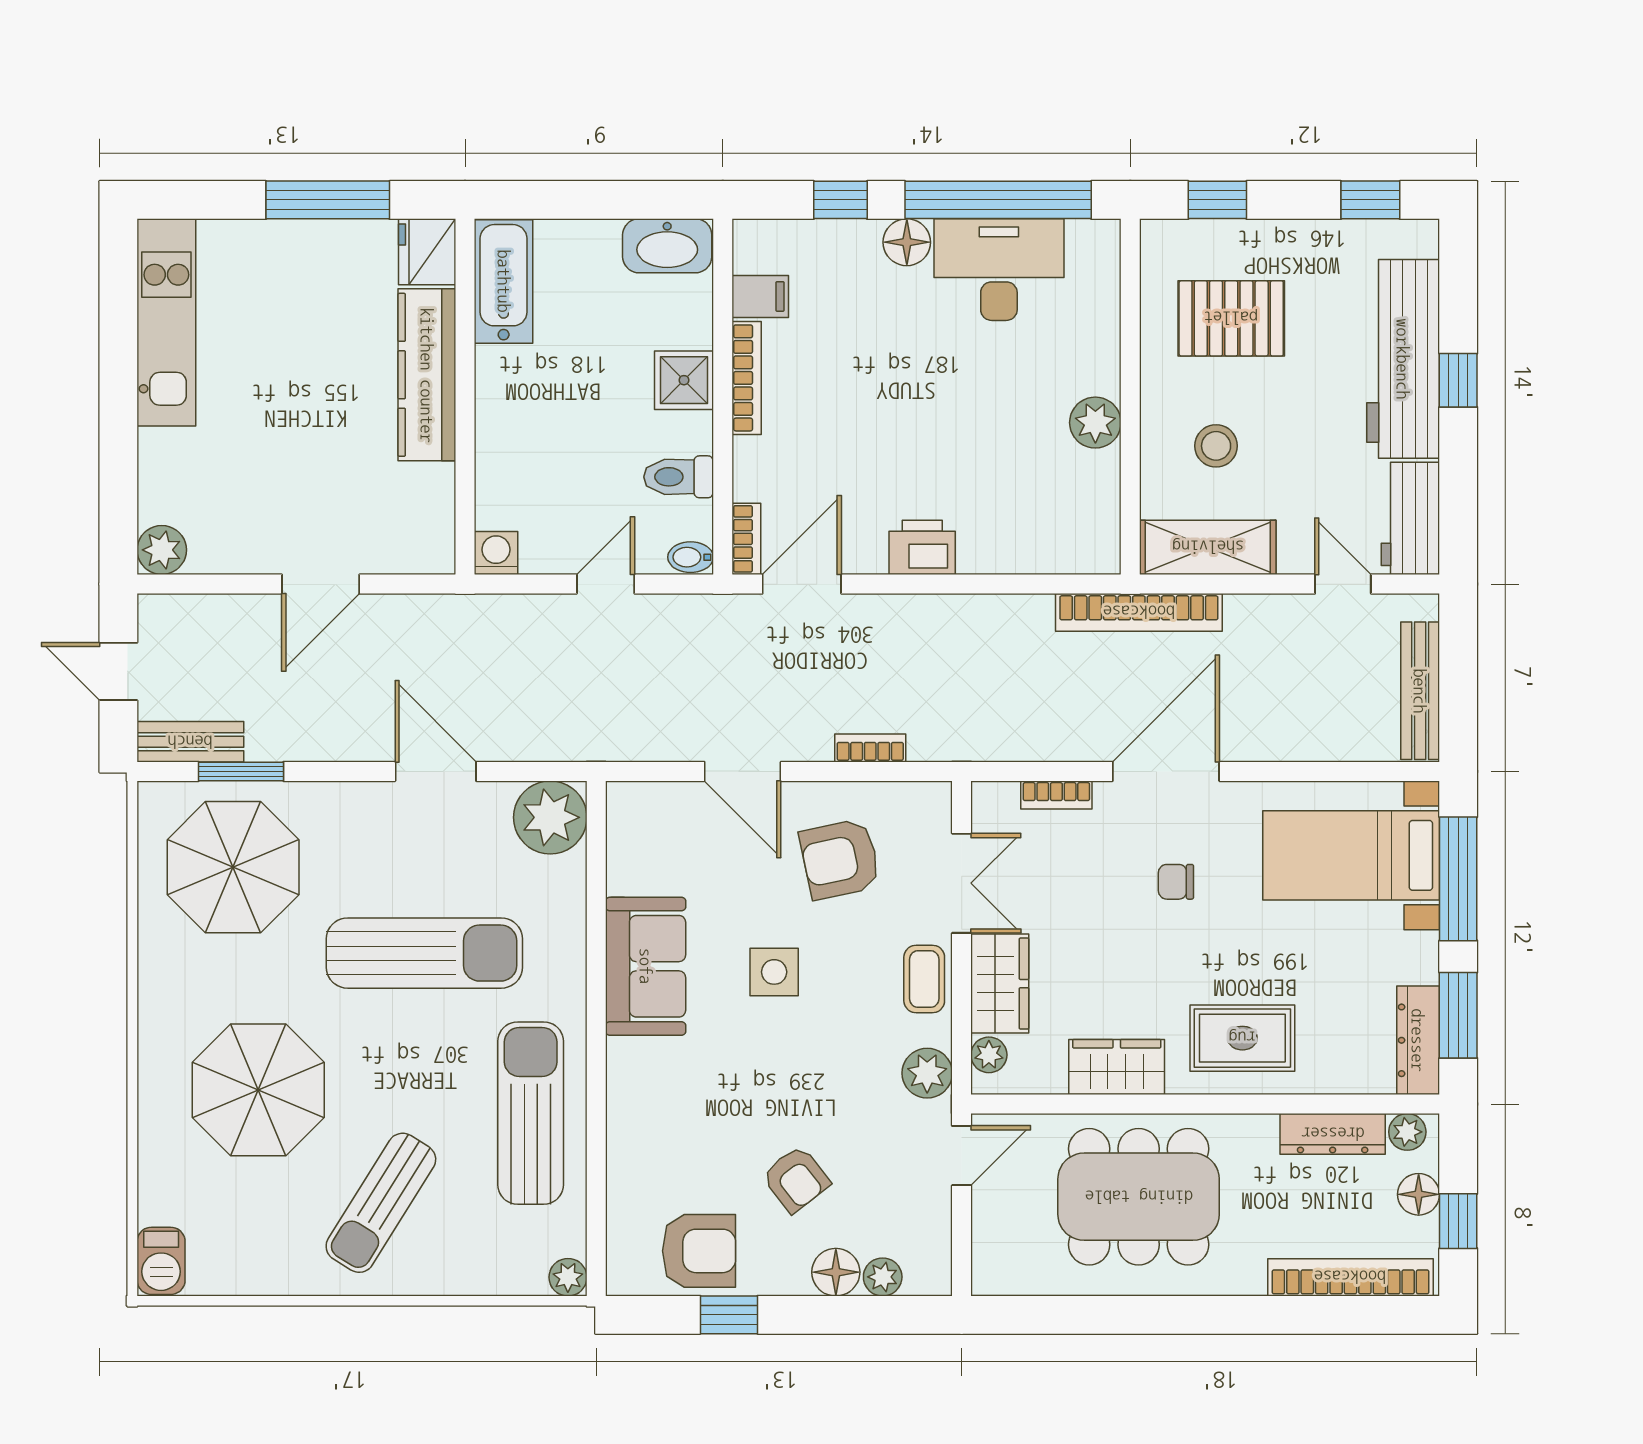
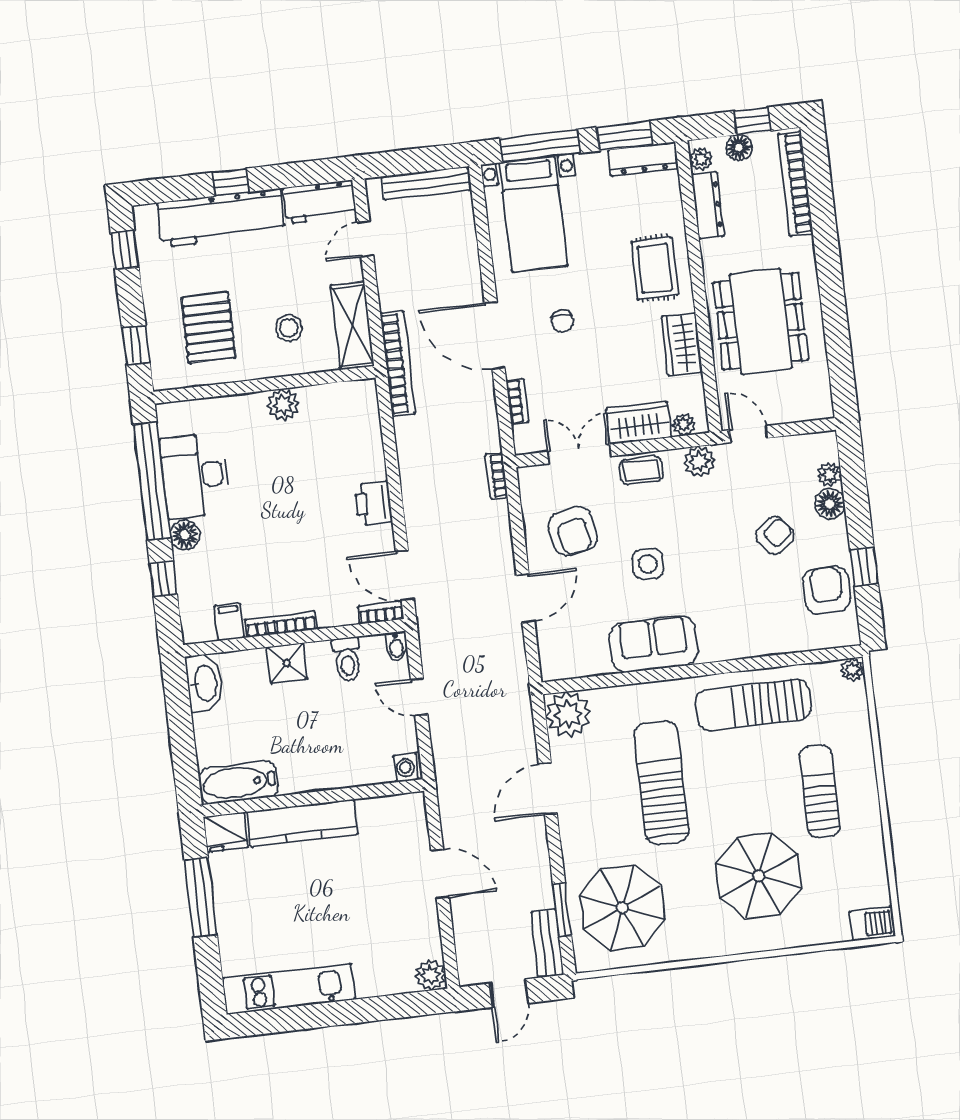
bookcase: (870, 748) -> (496, 476), moved
sun lounger: (381, 1203) -> (820, 791), turned -122

